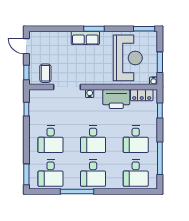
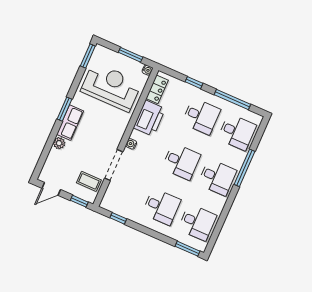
plant: (65, 36) -> (59, 143), added
window: (160, 110) -> (194, 83), moved
window: (77, 191) -> (245, 168), moved

